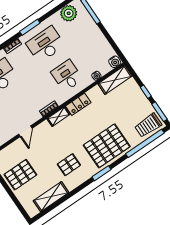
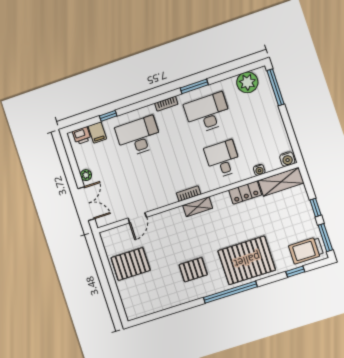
locker: (78, 104) -> (245, 193), moved
door: (25, 131) -> (137, 218), moved
window: (145, 143) -> (295, 272), width x0.32
window: (101, 173) -> (230, 292), width x2.11
shelving: (51, 197) -> (160, 302), removed

